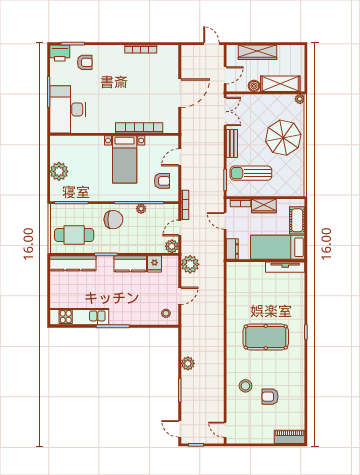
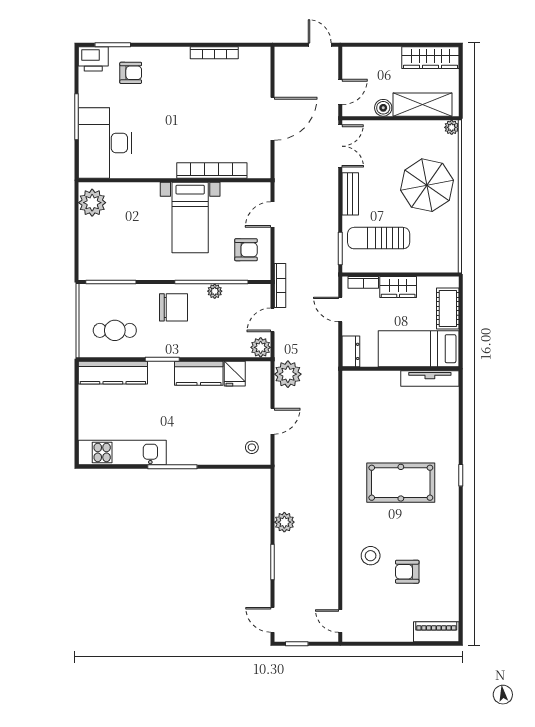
wardrobe: (258, 52) -> (430, 58), moved
plant: (59, 171) -> (92, 203), moved
cafe table: (74, 235) -> (115, 330), width x0.73, depth x0.74

